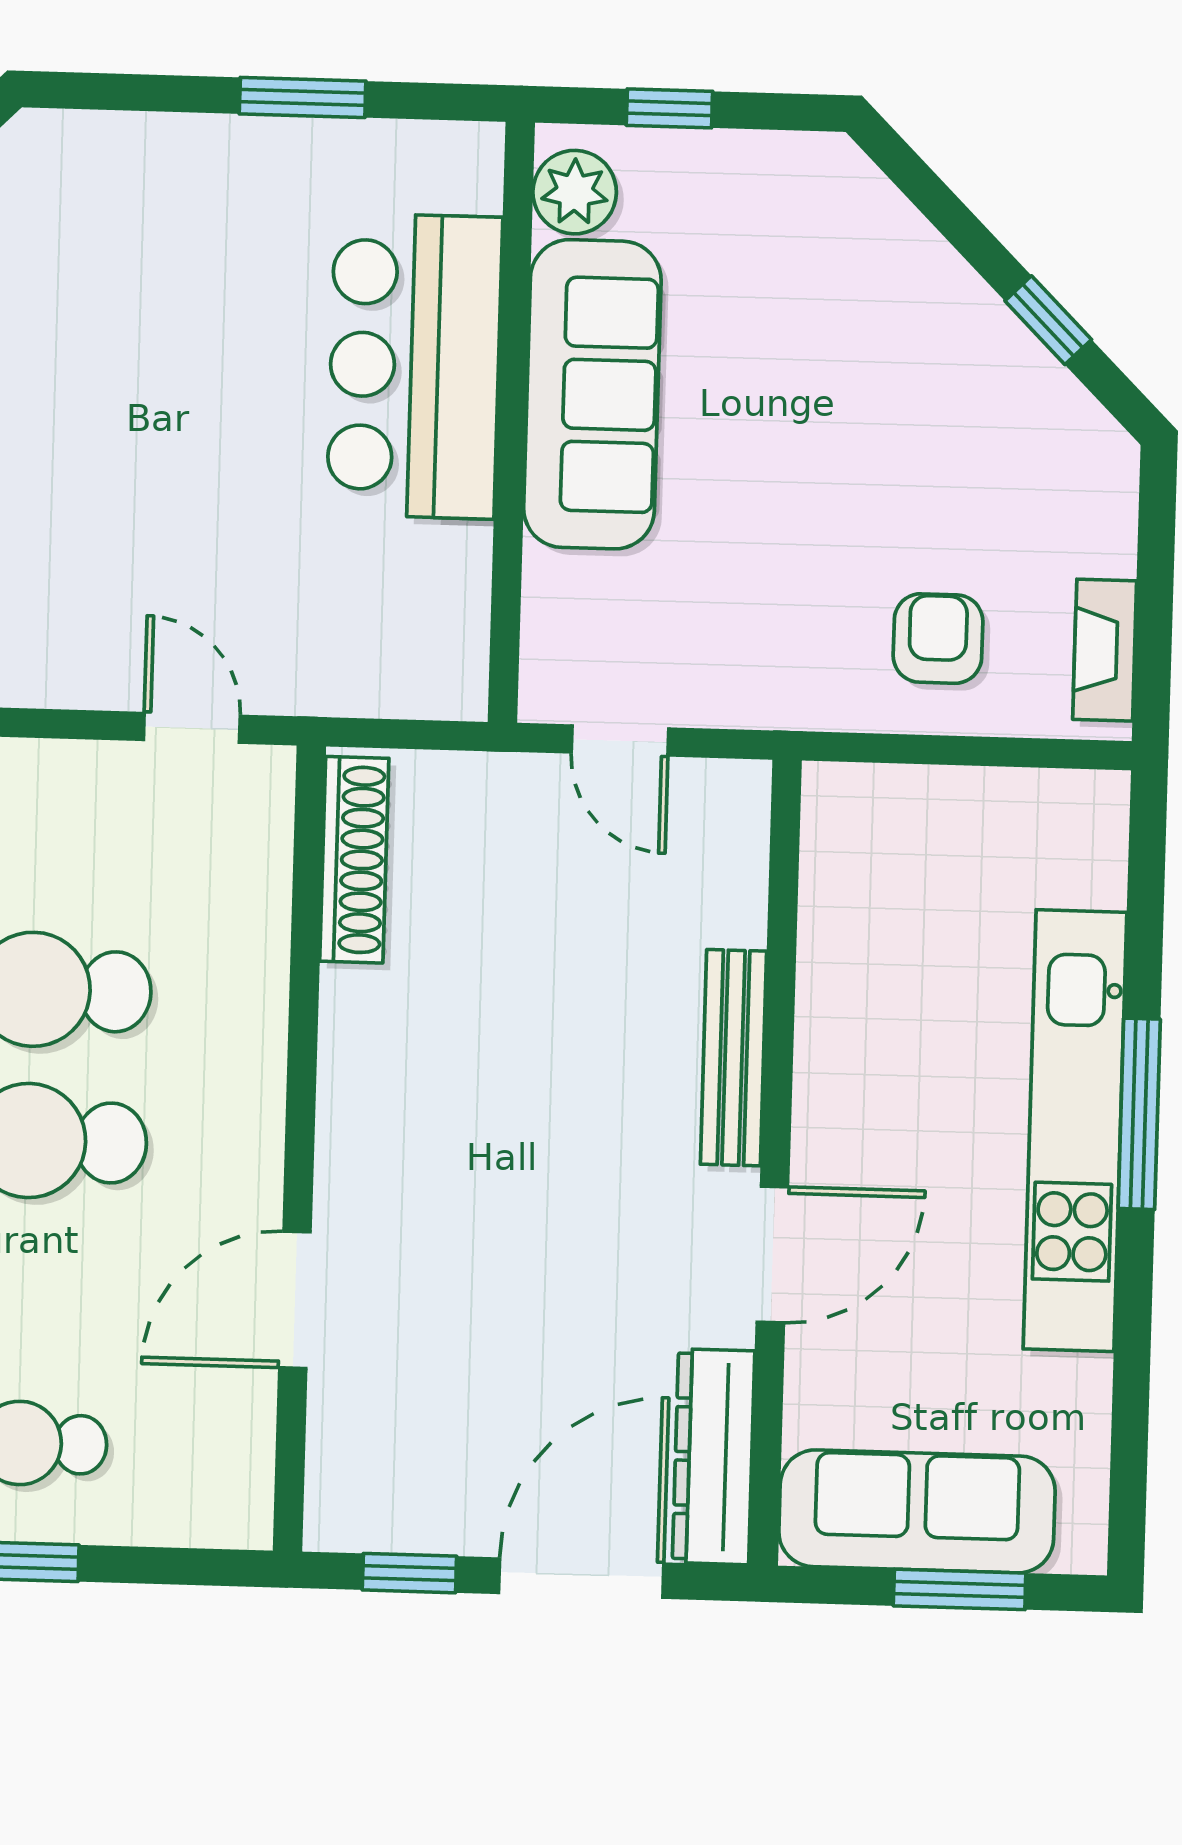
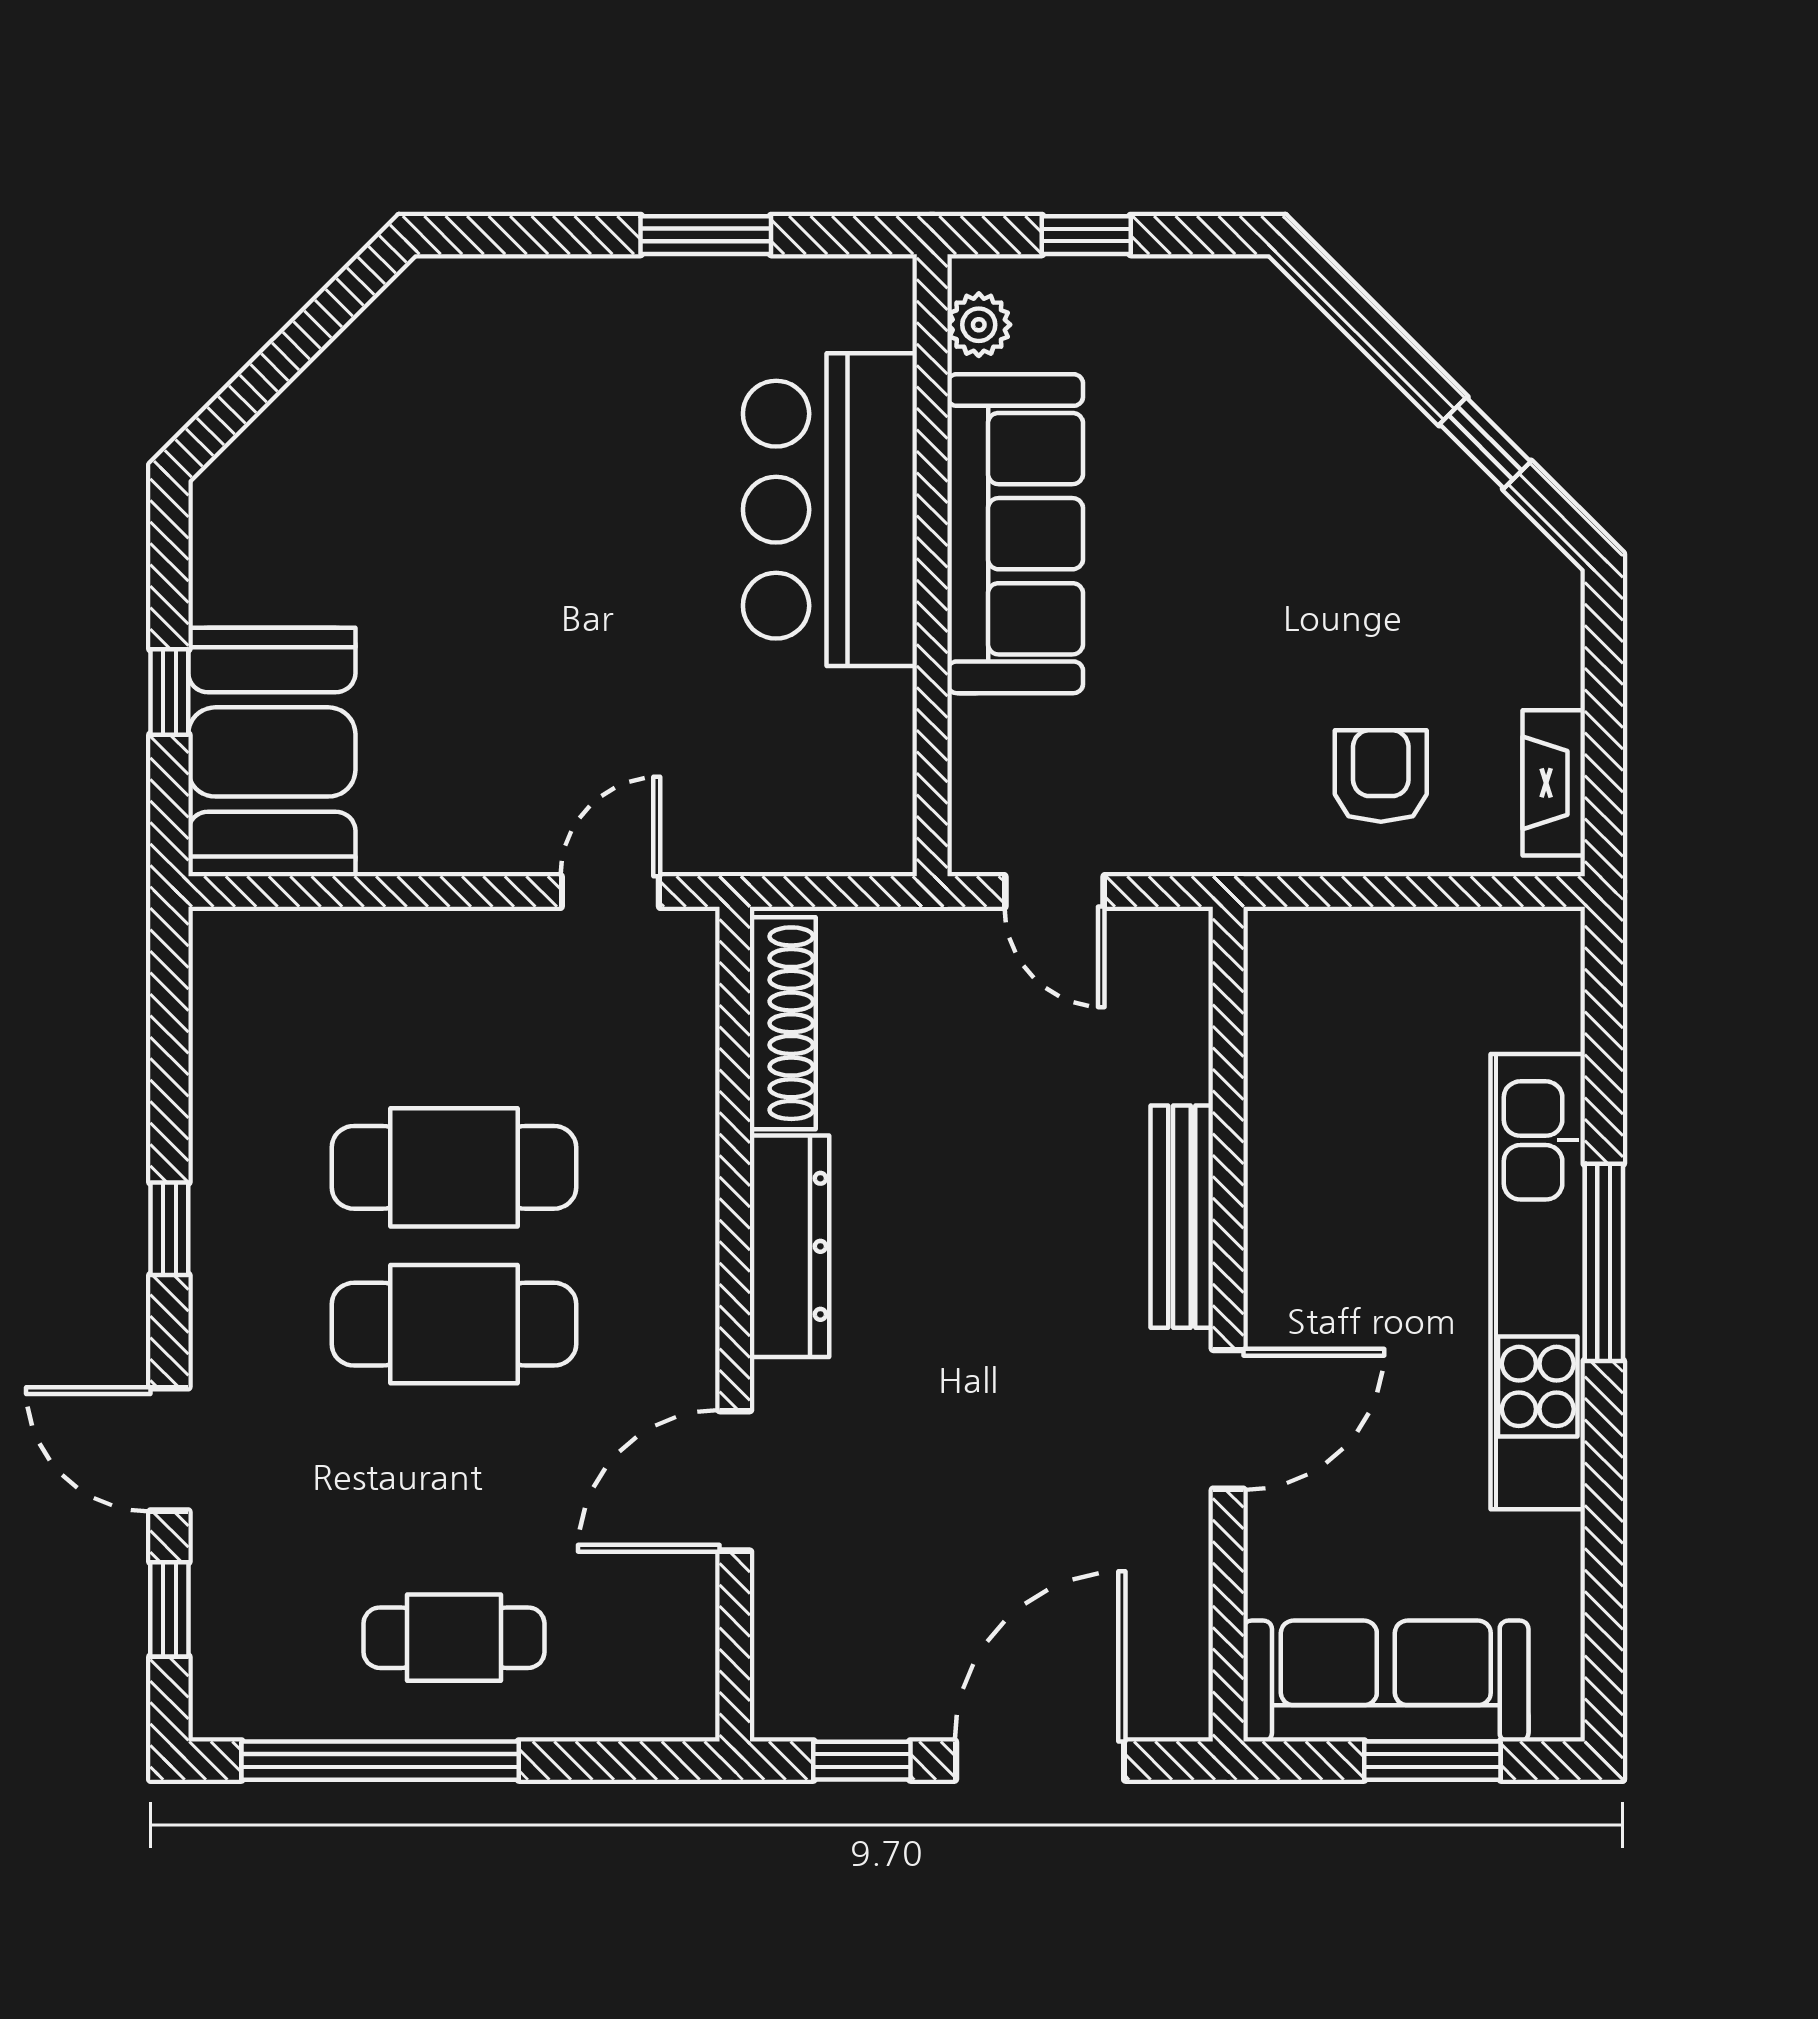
plant: (575, 192) -> (979, 325), width x0.73, depth x0.73
door: (192, 728) -> (610, 892), hinge flipped
dresser: (714, 1457) -> (790, 1246), moved, turned 180

